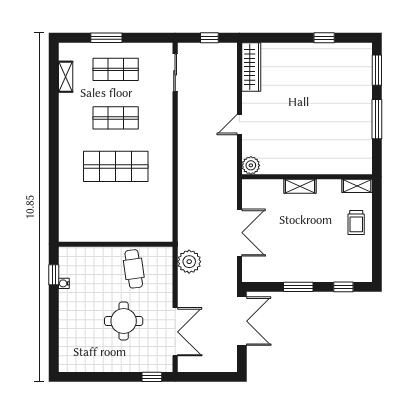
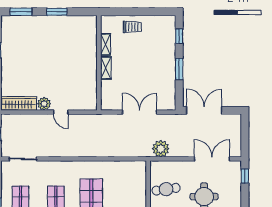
window: (377, 119) -> (57, 12), width x0.69
plant: (251, 165) -> (44, 104), moved
shelving: (357, 186) -> (105, 44), moved

